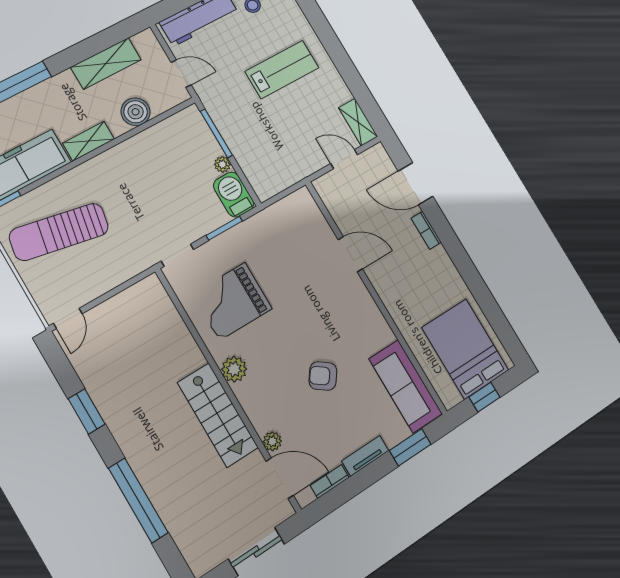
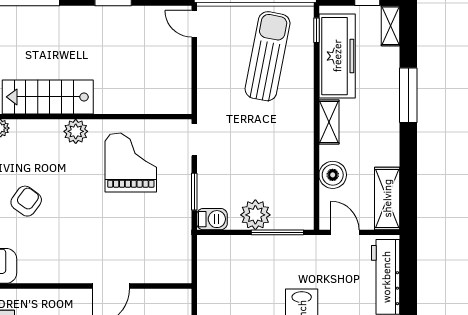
shelving: (106, 63) -> (387, 198), moved
door: (181, 74) -> (345, 232), swing flipped
plant: (222, 164) -> (255, 215), width x1.88, depth x1.88
barbecue: (234, 195) -> (212, 219), width x0.73, depth x0.79

